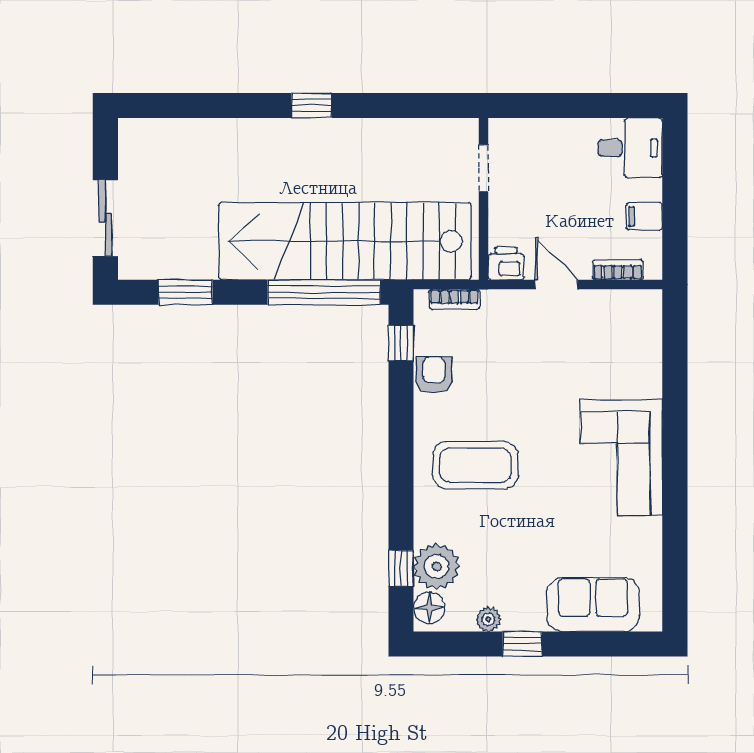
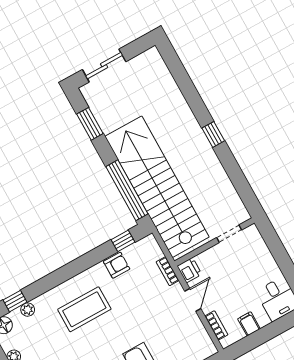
bookcase: (454, 299) -> (168, 271), moved
coffee table: (475, 465) -> (84, 309), turned 90
plant: (437, 566) -> (28, 310), width x0.53, depth x0.53

